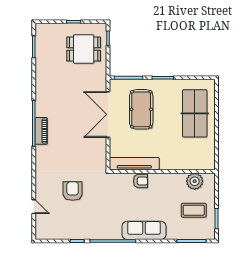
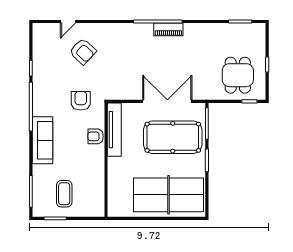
pool table: (141, 109) -> (173, 137), width x1.36, depth x1.32
table tennis table: (195, 113) -> (168, 195), width x1.36, depth x1.32
piano: (41, 131) -> (168, 29), moved
armchair: (141, 181) -> (96, 136), turned 90
plant: (195, 181) -> (95, 195), removed
armchair: (73, 191) -> (83, 51), moved, turned 43
armchair: (107, 195) -> (81, 101), added

